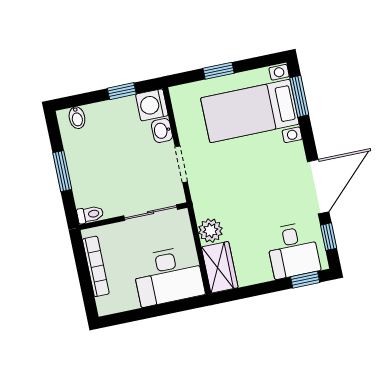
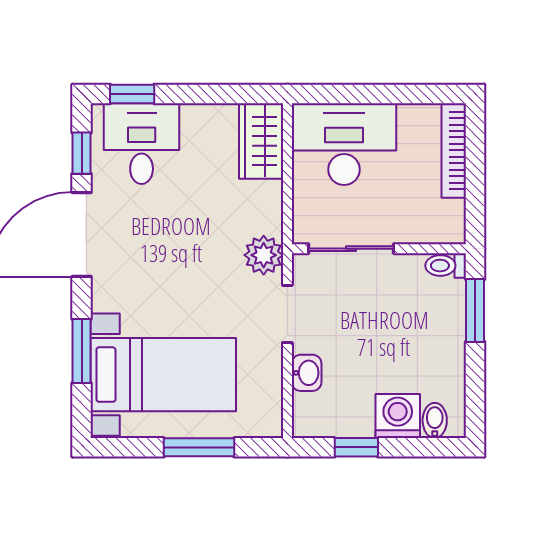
window: (219, 71) -> (199, 447), width x1.50
window: (299, 96) -> (82, 351), moved
washing machine: (152, 105) -> (398, 416), moved, turned -90
window: (62, 171) -> (475, 311), moved
plant: (210, 231) -> (264, 255), moved
bookcase: (96, 266) -> (454, 150), moved

